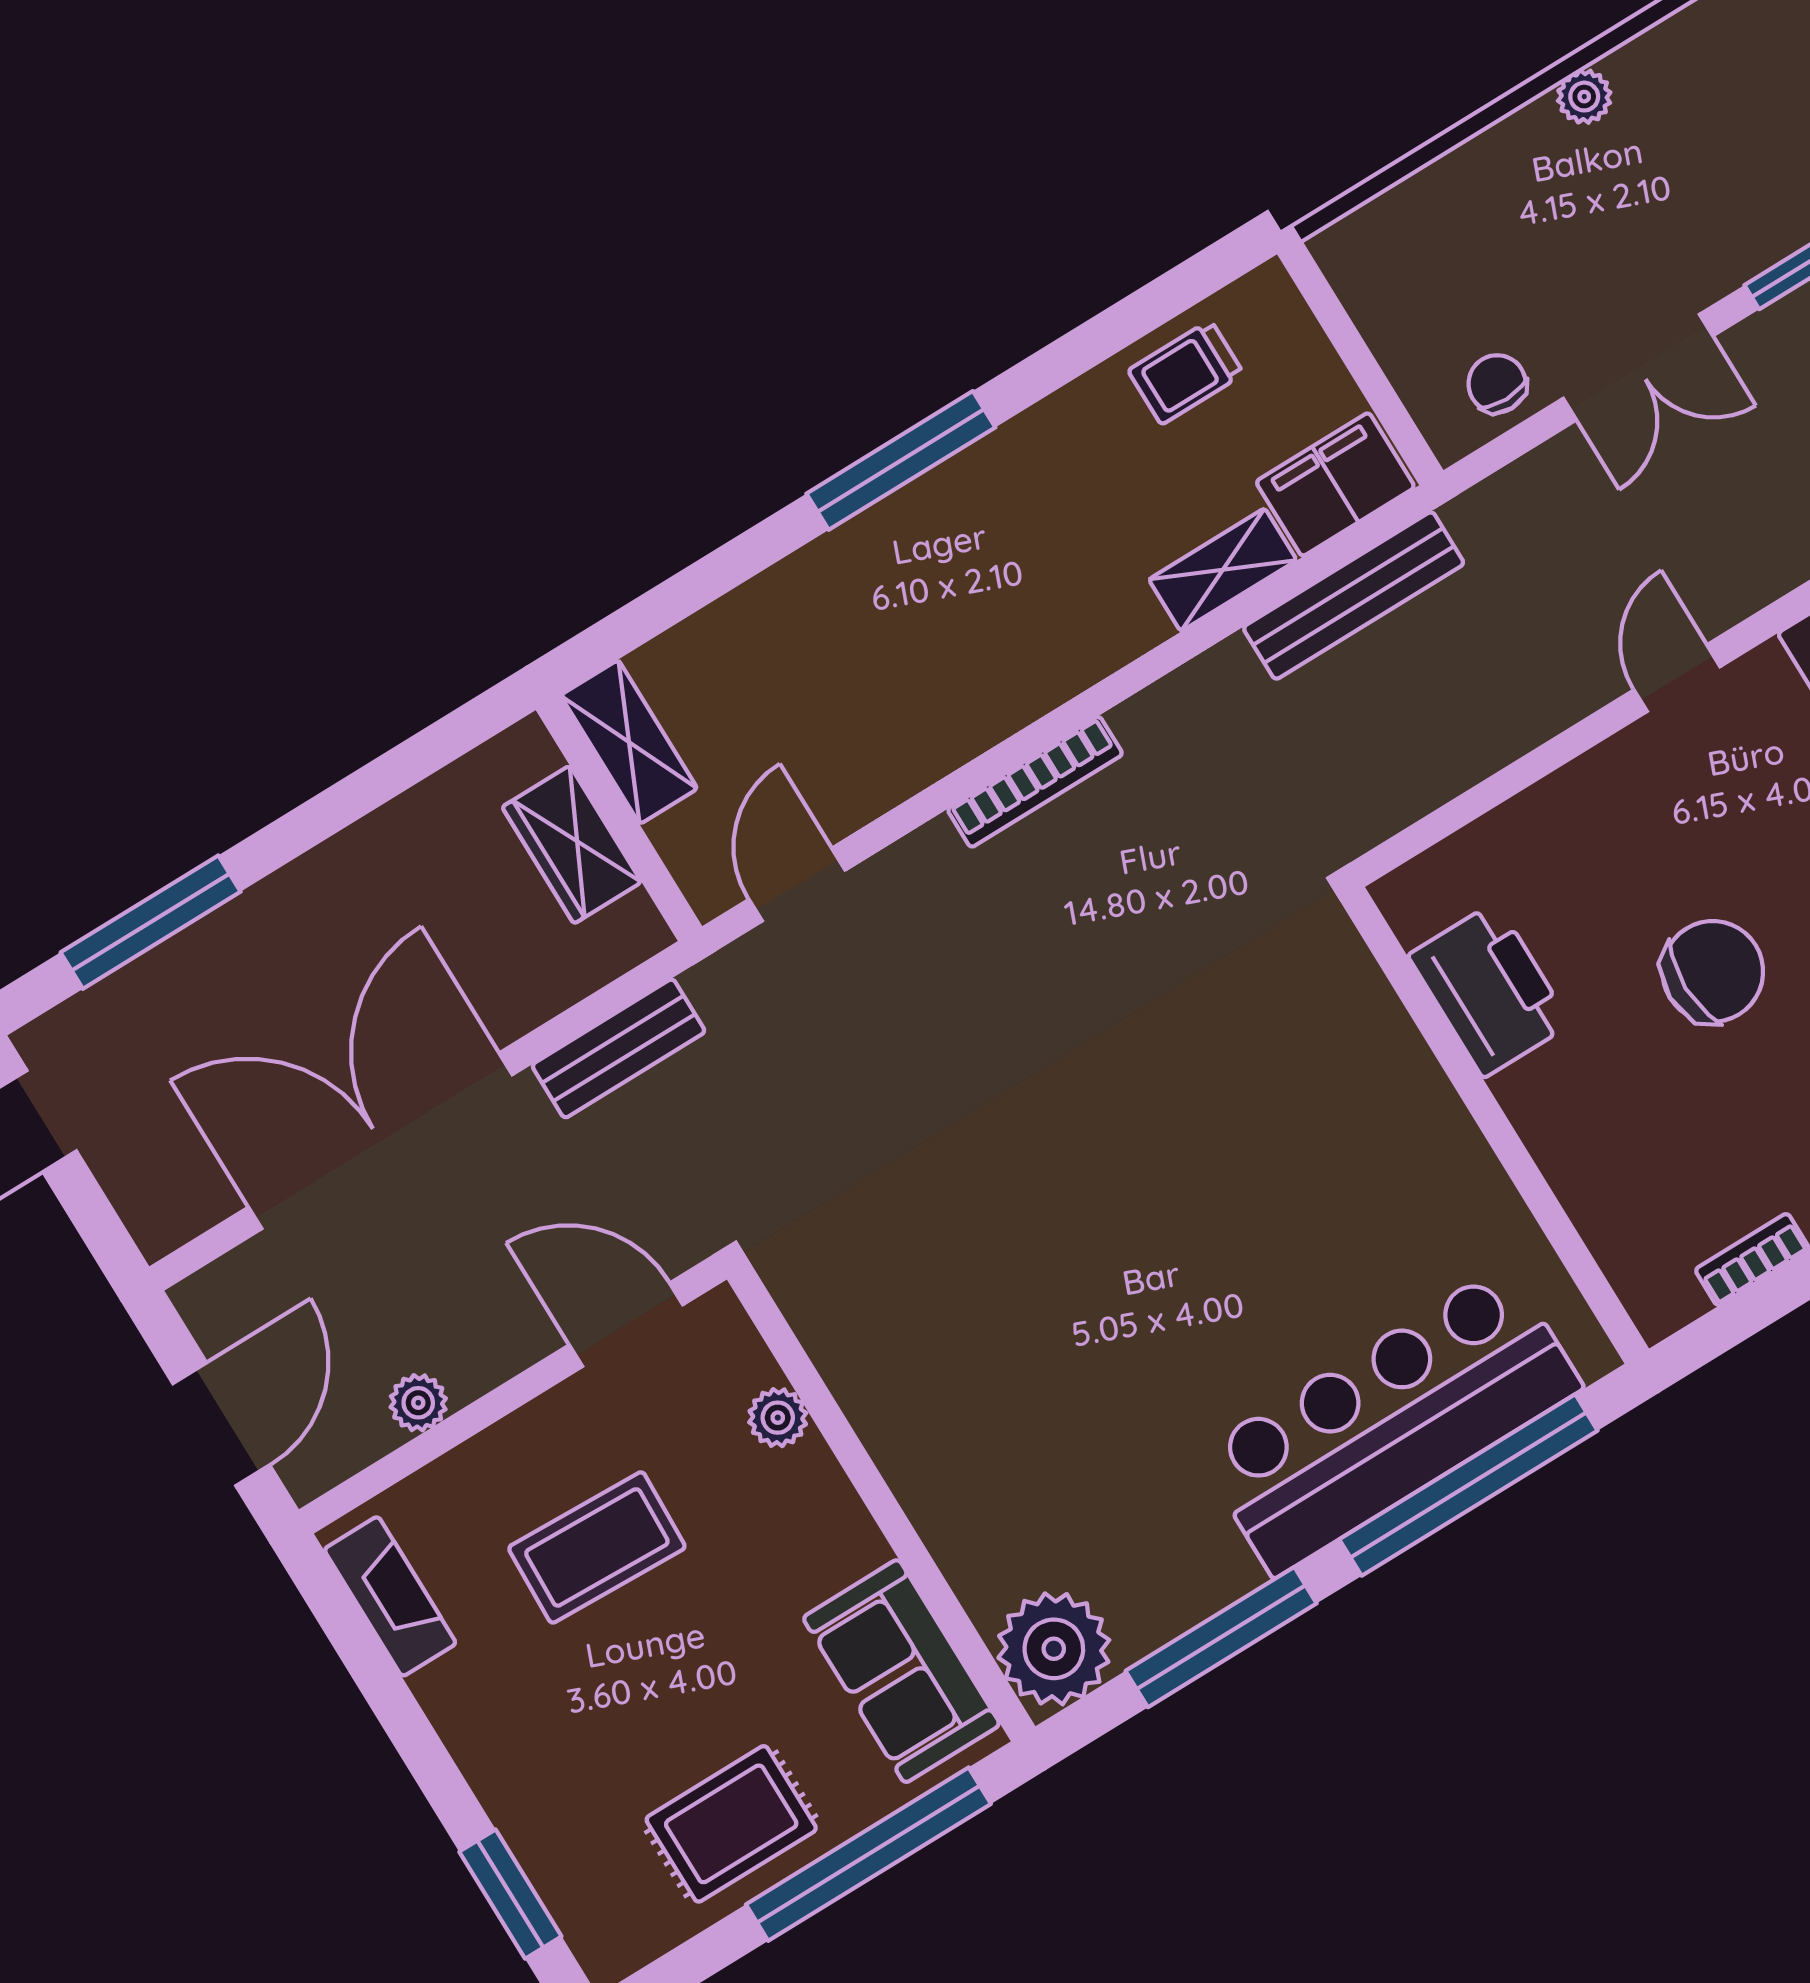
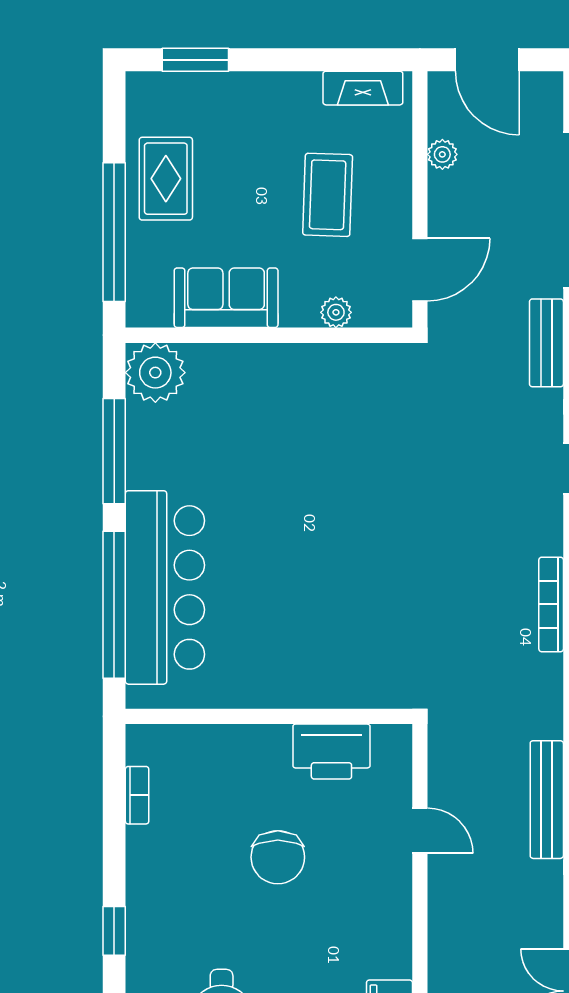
door: (1677, 678) -> (420, 831), moved
sofa: (901, 1671) -> (226, 298), moved

